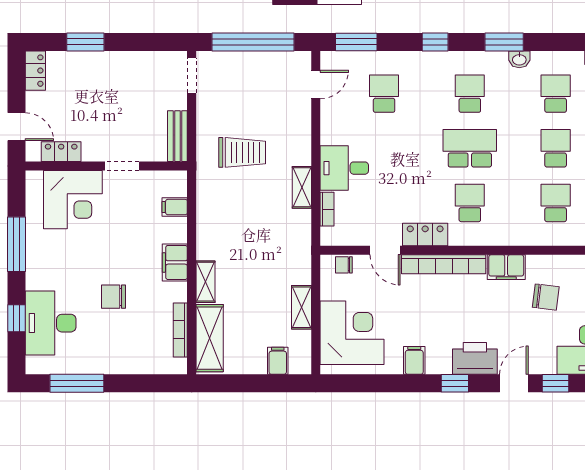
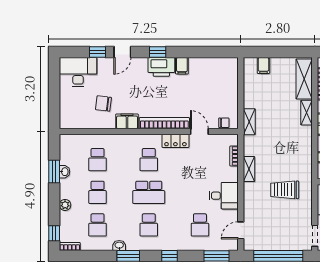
desk: (344, 168) -> (224, 196), moved
shelving: (301, 307) -> (249, 122), moved
corner desk: (352, 333) -> (219, 82), removed
printer: (475, 358) -> (161, 67), moved

